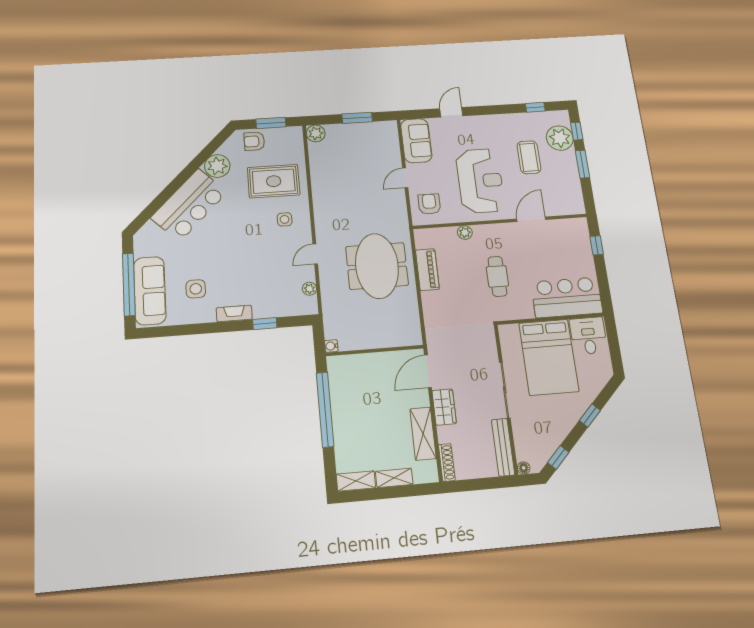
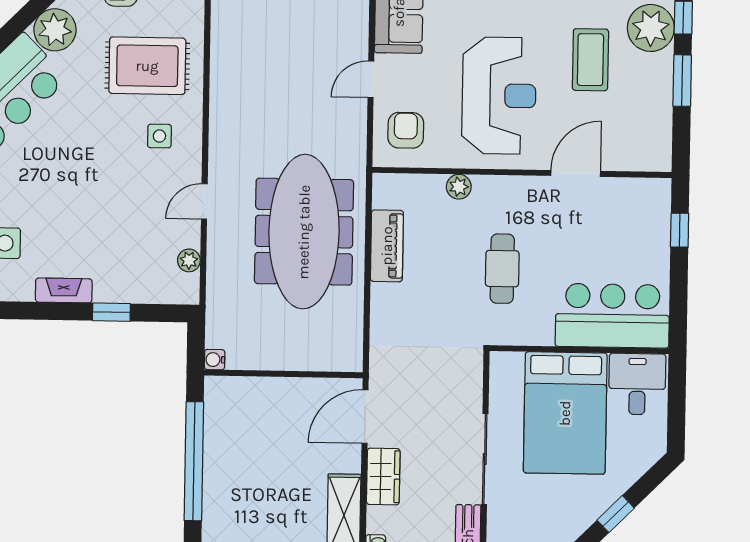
meeting table: (377, 266) -> (304, 232), width x1.36

